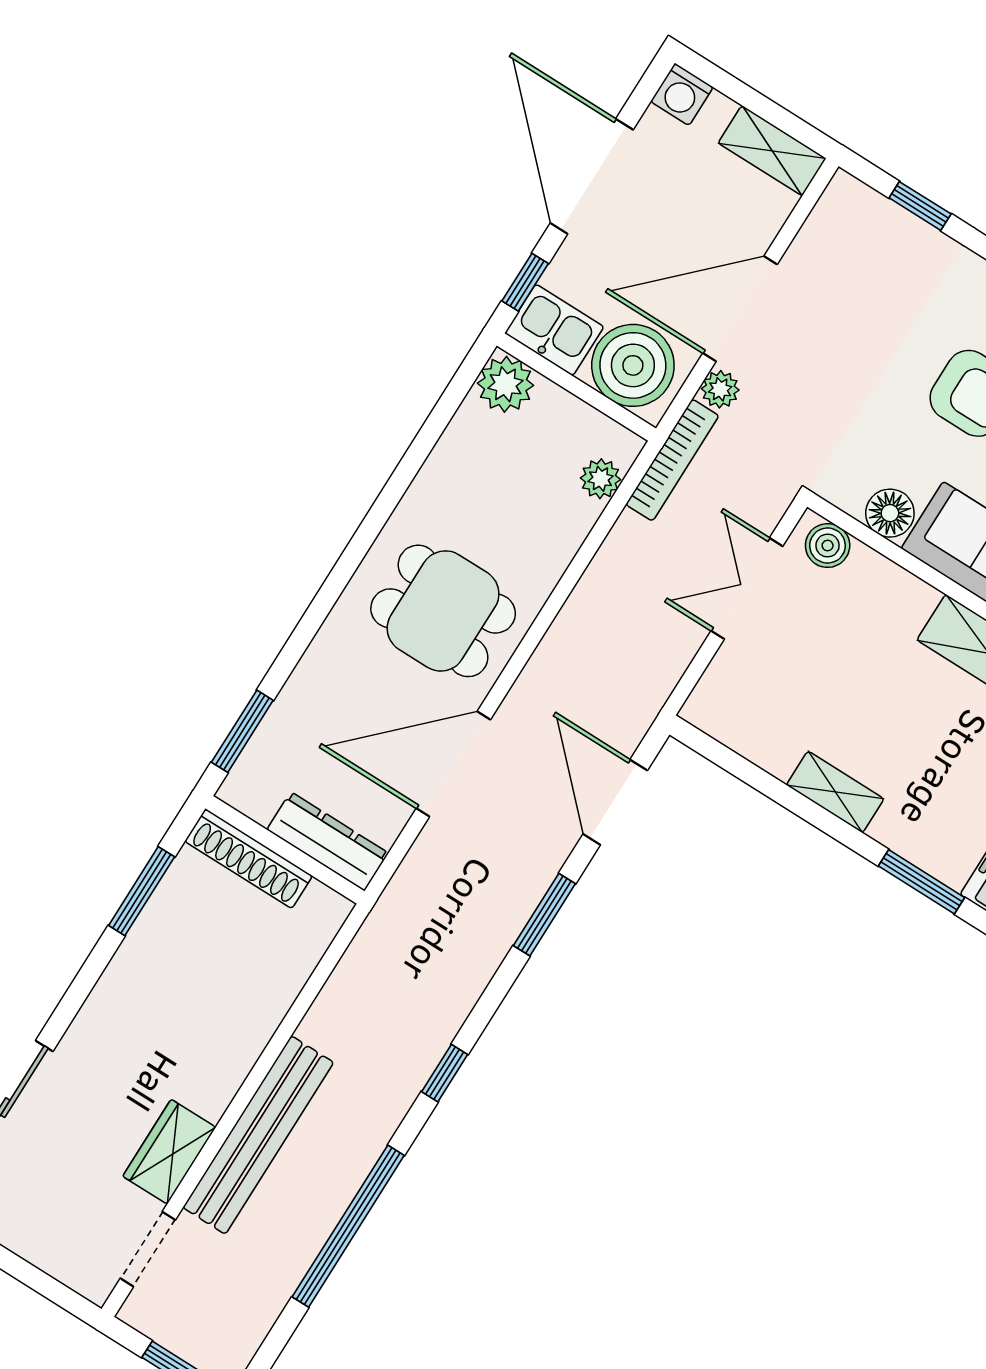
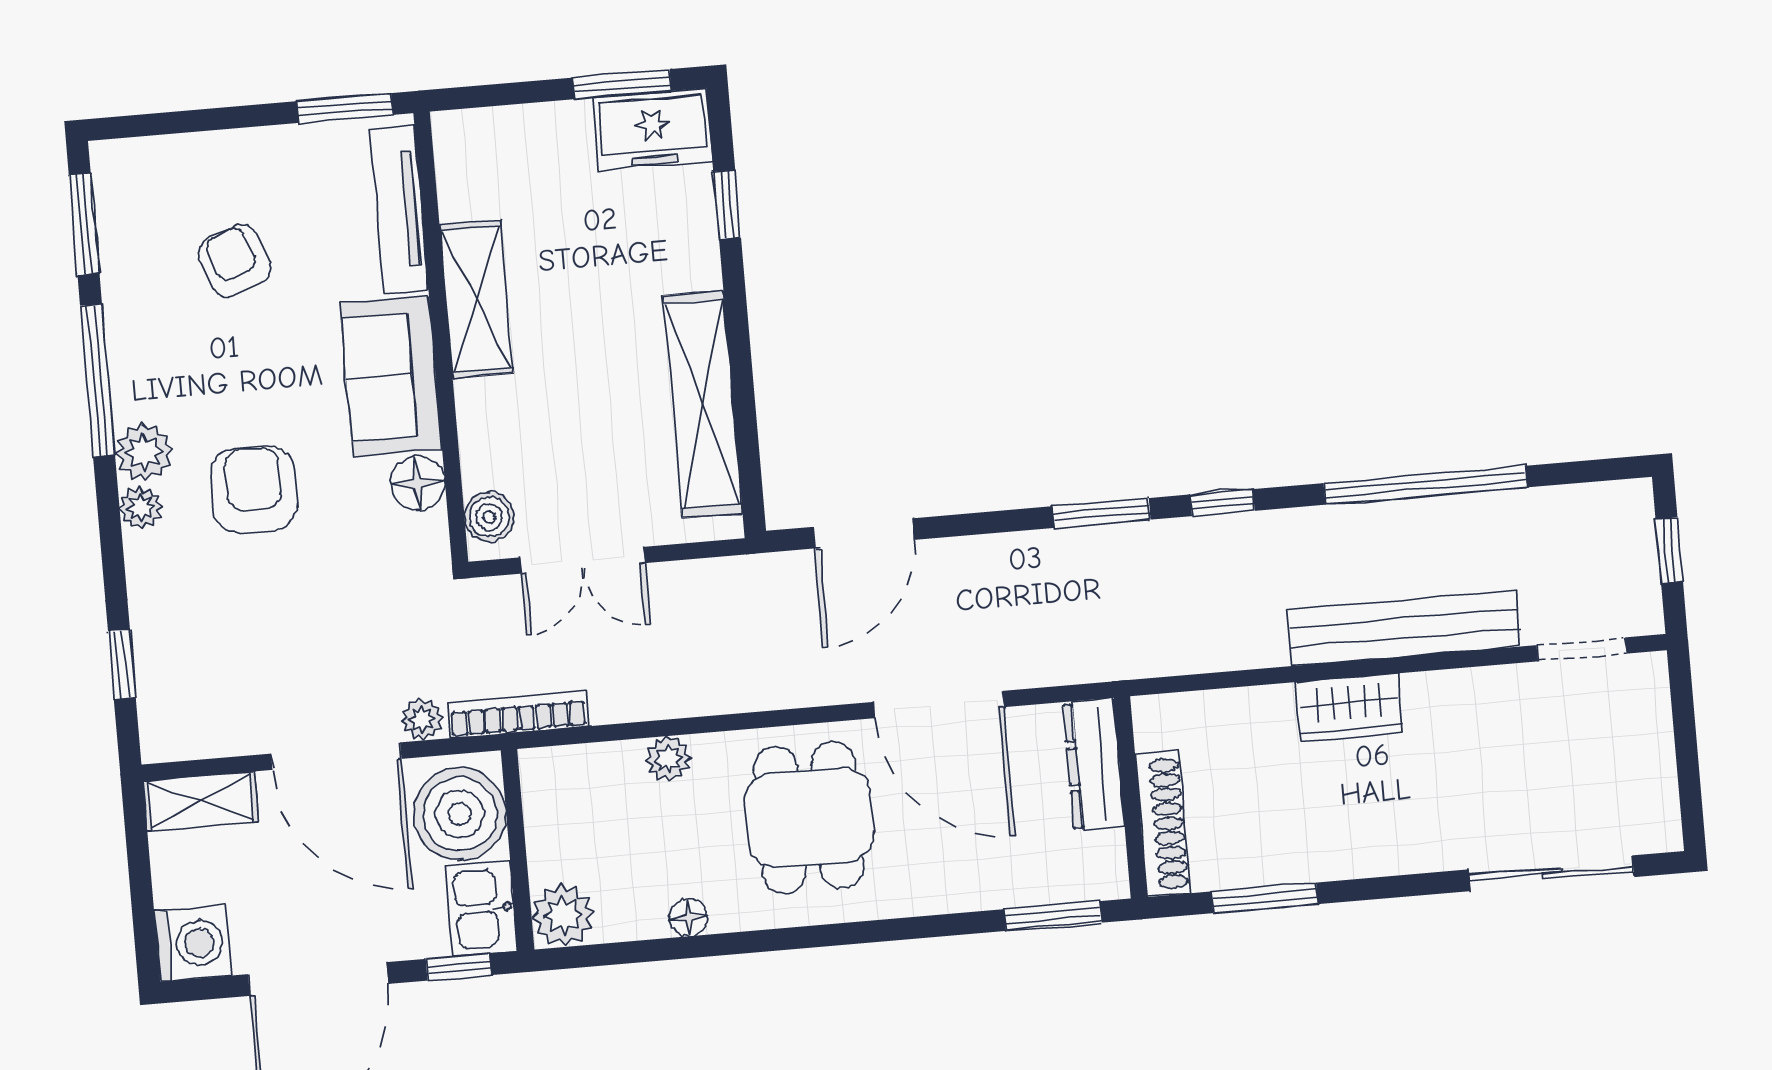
washing machine: (682, 94) -> (192, 943), width x1.38, depth x1.38
shelving: (772, 151) -> (201, 801), moved, turned 90
floor lamp: (437, 472) -> (689, 917), added
plant: (601, 479) -> (668, 759), moved
shelving: (835, 792) -> (703, 404), width x2.20, depth x1.33
window: (921, 882) -> (727, 205), width x0.67
window: (544, 915) -> (1102, 513), moved
wardrobe: (169, 1152) -> (1349, 707), moved

